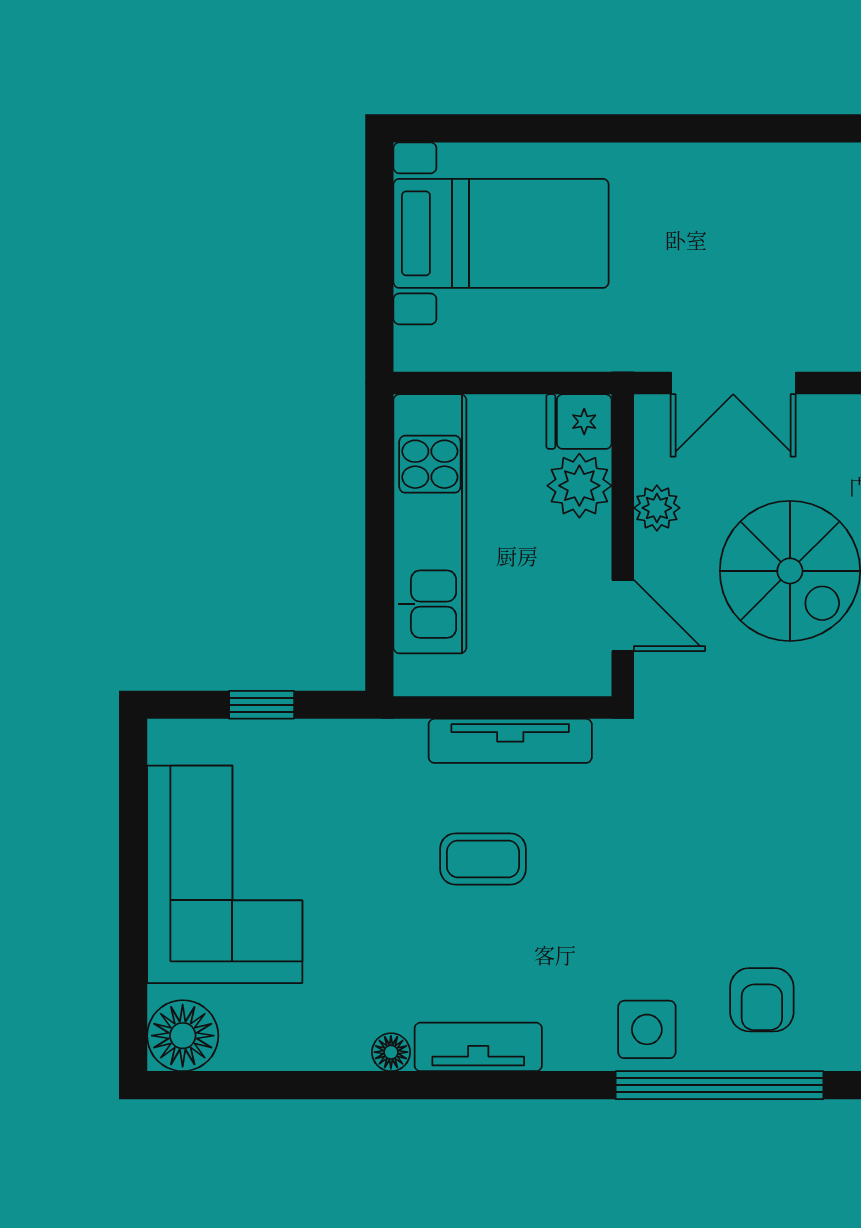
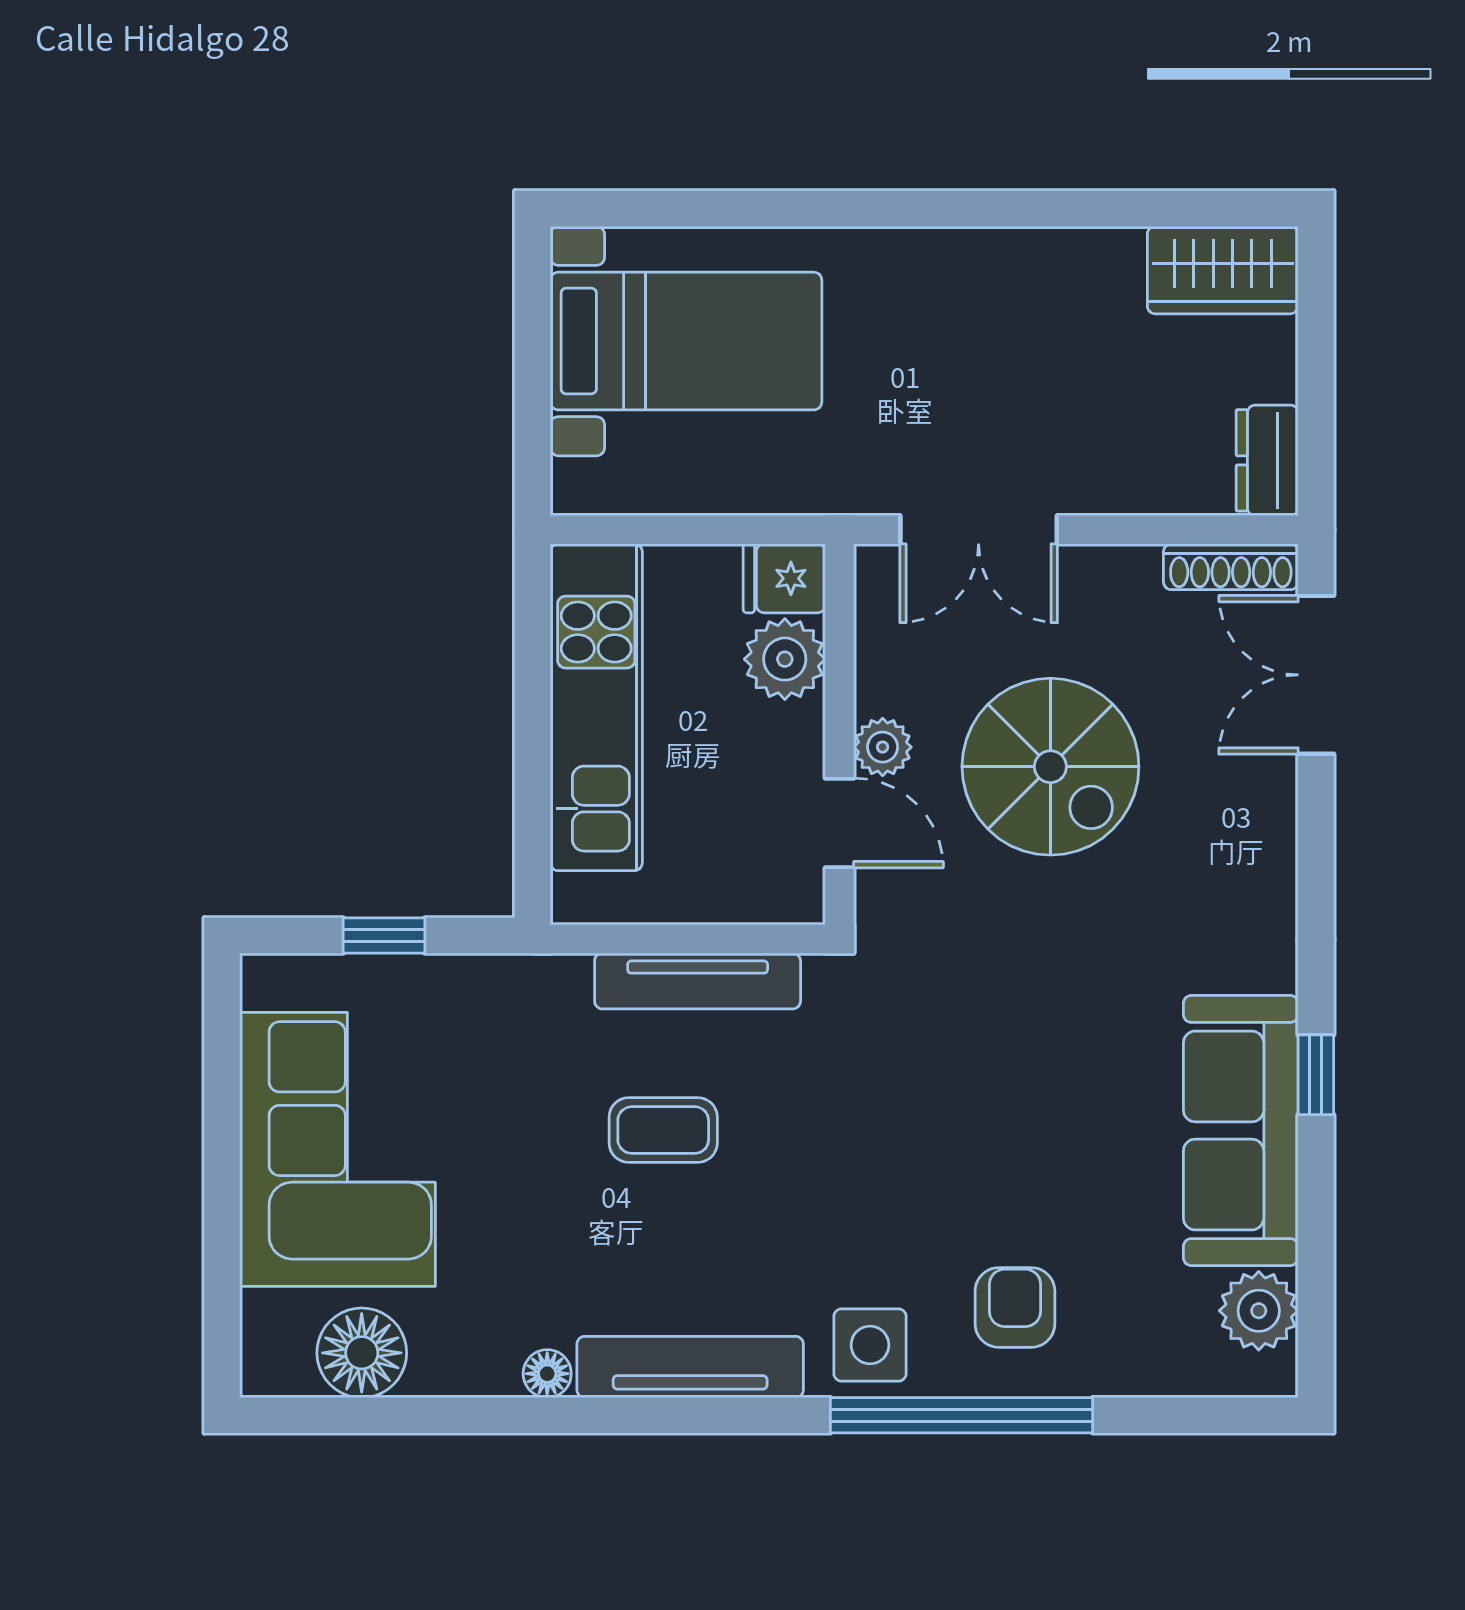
plant: (657, 508) -> (883, 747), moved
armchair: (762, 1000) -> (1015, 1307), turned 180
floor lamp: (183, 1036) -> (362, 1353), moved
tv unit: (478, 1047) -> (690, 1367), width x1.41

